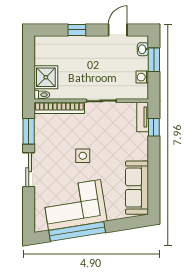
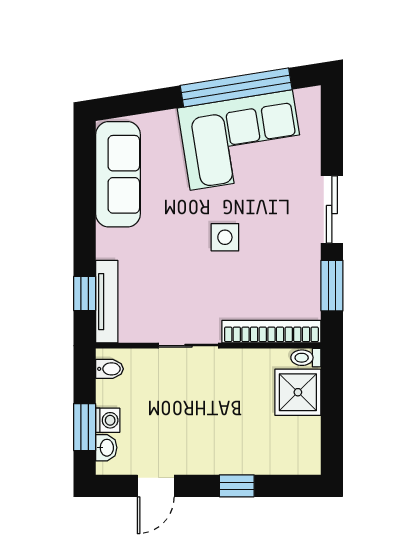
washing machine: (142, 77) -> (108, 420), moved
bidet: (141, 89) -> (110, 369), added
tv unit: (143, 117) -> (107, 302), width x1.41

